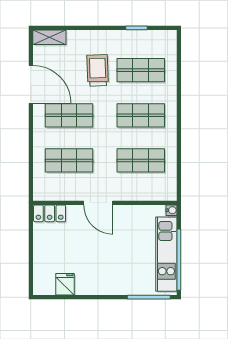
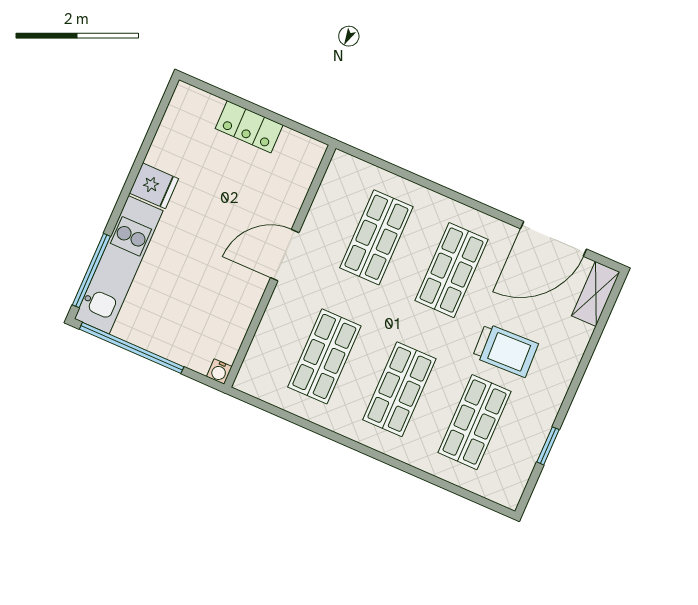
door: (31, 84) -> (553, 239), moved
locker: (50, 213) -> (249, 127), moved, turned -90
kitchen unit: (166, 254) -> (119, 265), moved, turned 90
fridge: (65, 284) -> (154, 186), moved

